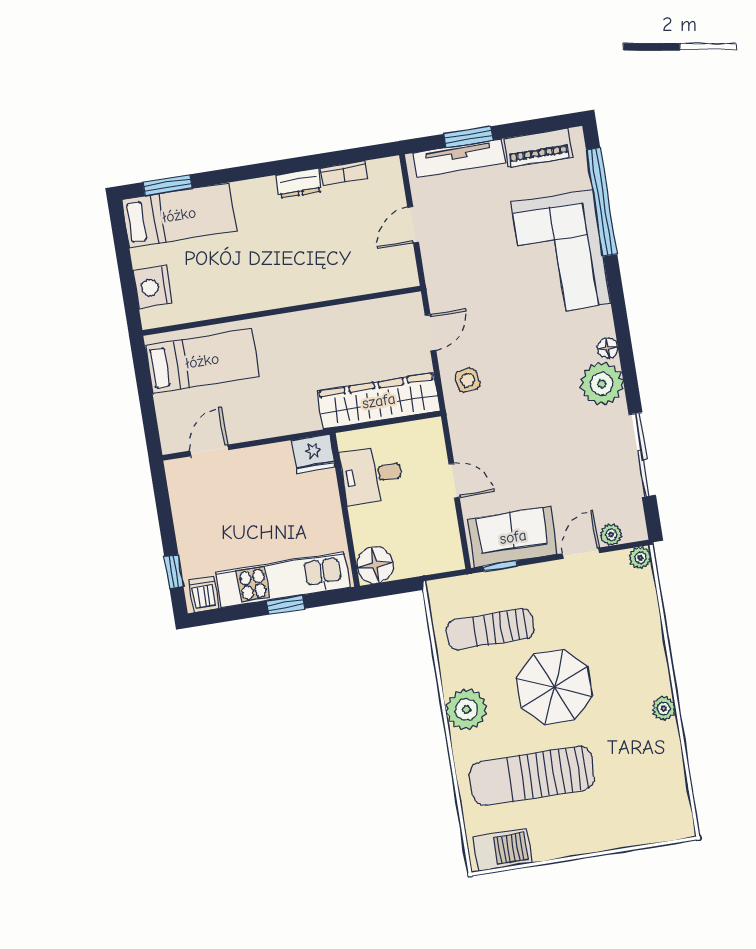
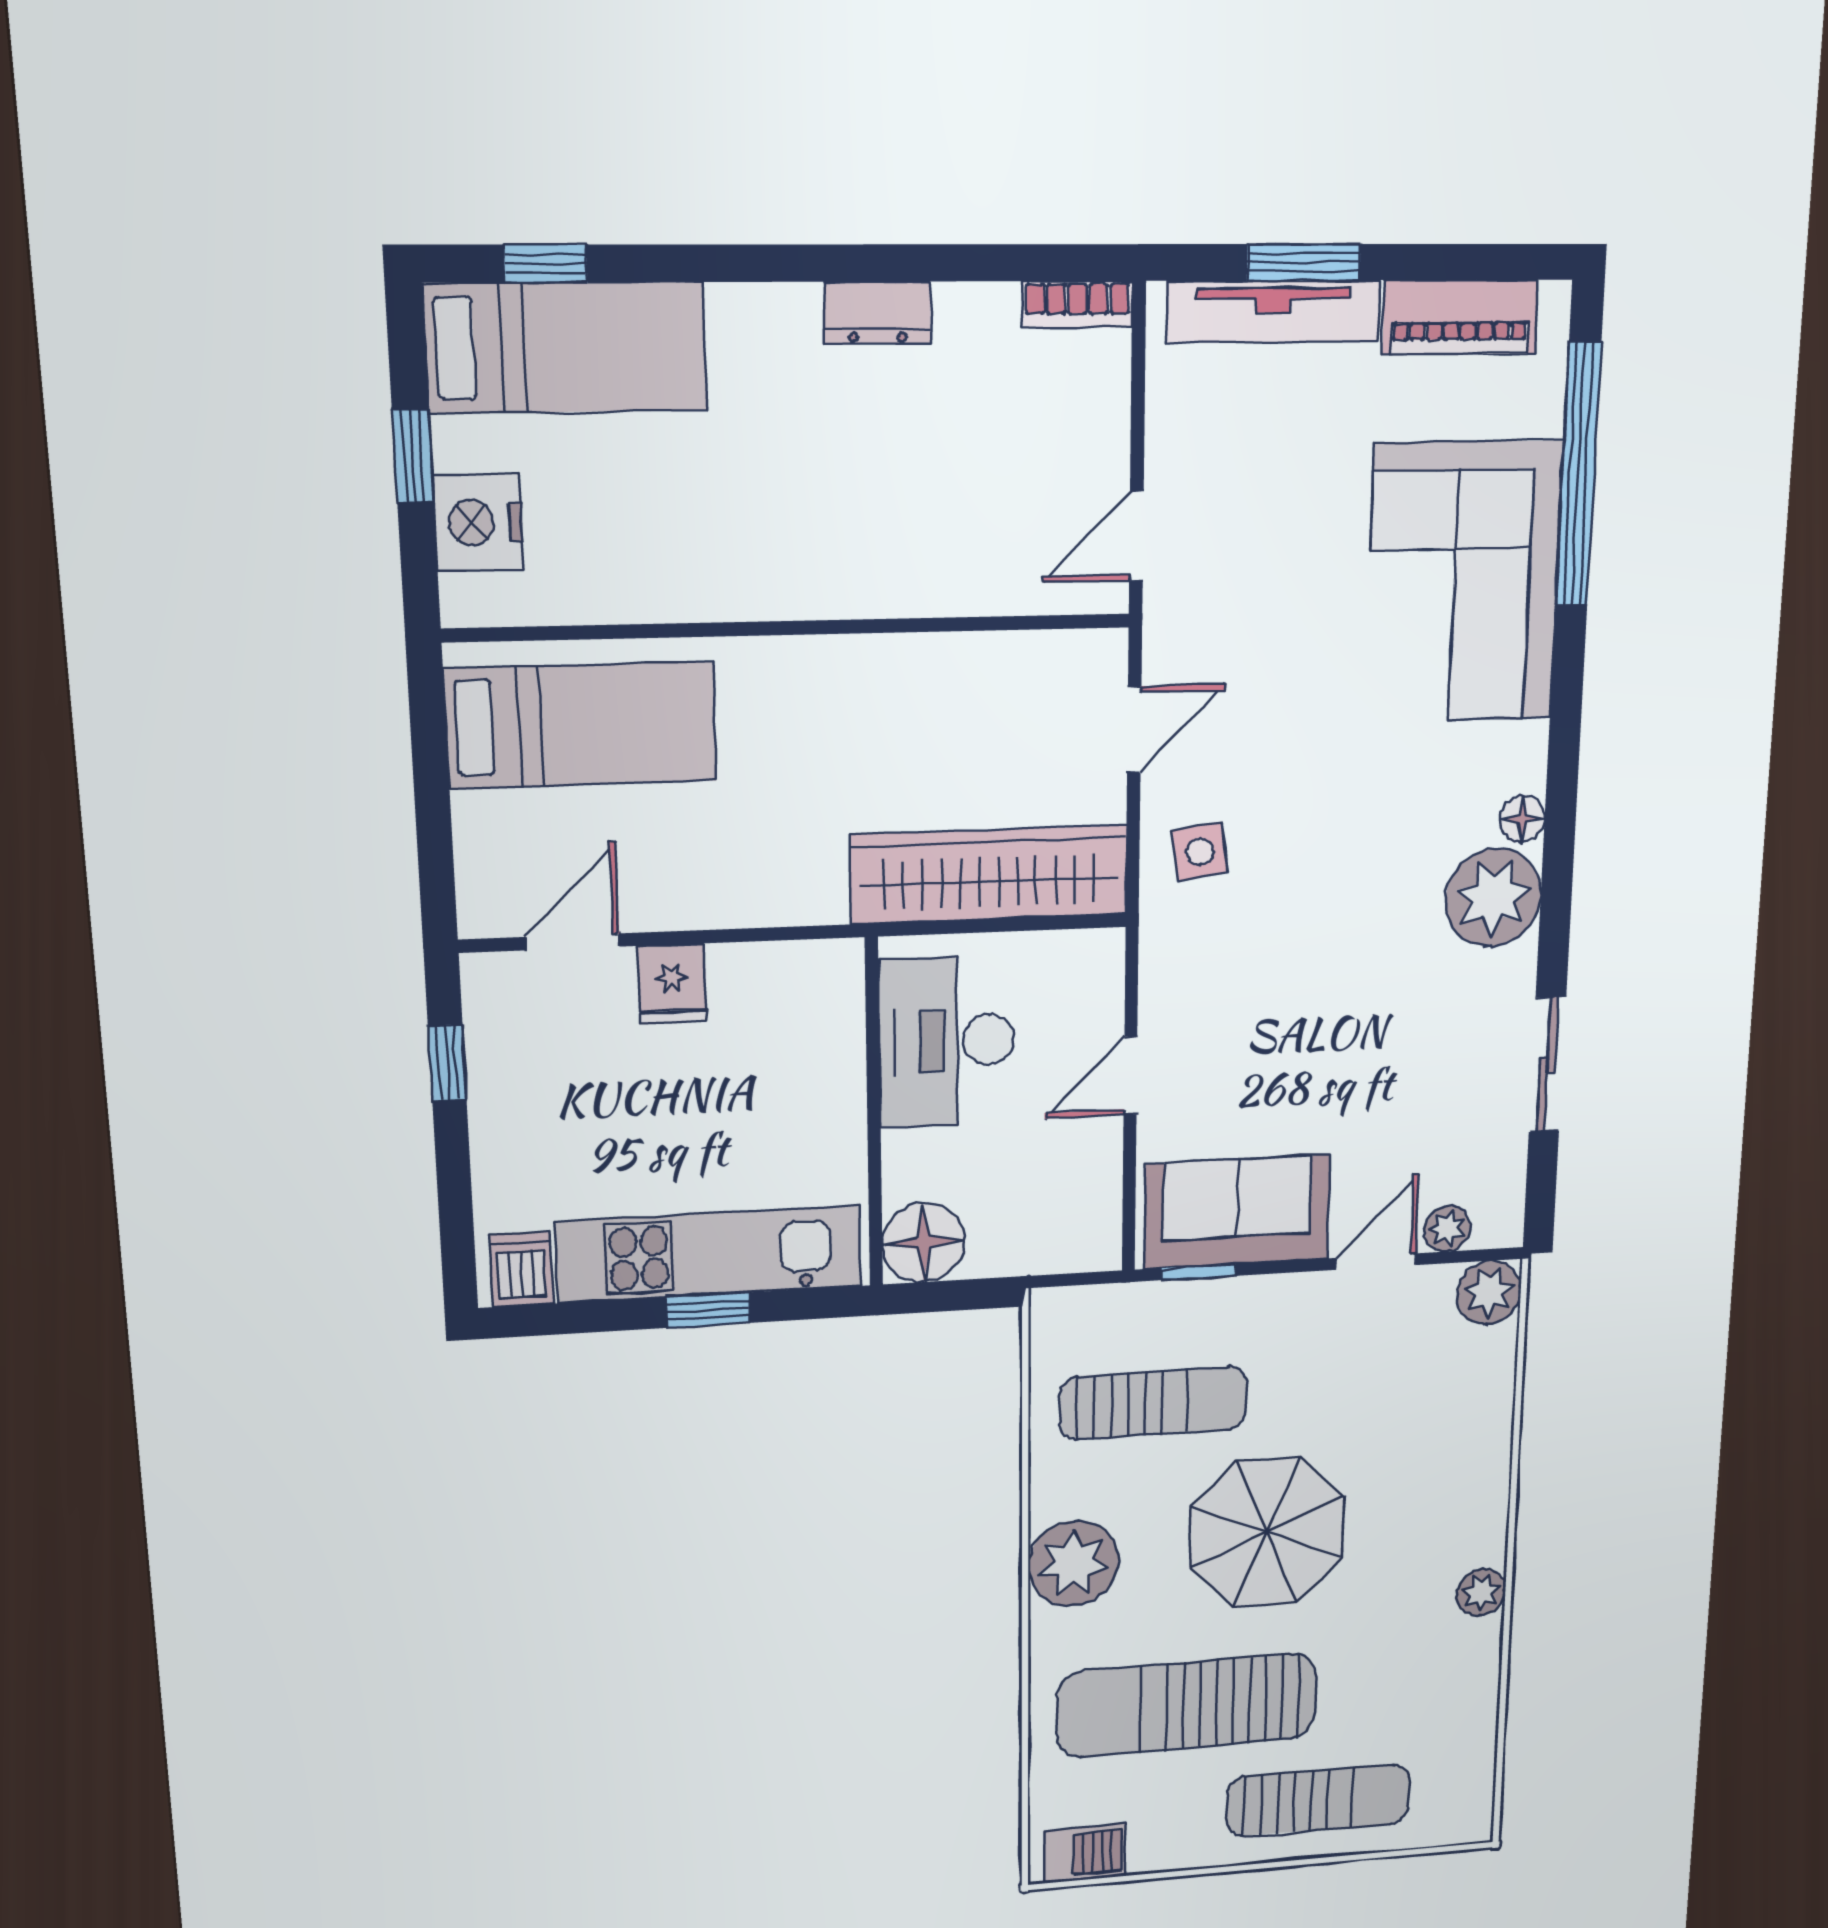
bookcase: (344, 173) -> (1077, 304), moved
window: (168, 185) -> (545, 264), width x0.67
door: (413, 225) -> (1136, 536), moved
window: (125, 265) -> (413, 456), added
fridge: (313, 454) -> (672, 984), moved, width x0.72
sliding door: (642, 455) -> (1547, 1065), width x0.73
desk: (372, 475) -> (947, 1041), width x1.37
door: (454, 481) -> (1130, 1076), swing flipped
plant: (640, 558) -> (1489, 1292), width x1.38, depth x1.38
window: (174, 572) -> (447, 1062), moved
sun lounger: (490, 629) -> (1153, 1403), turned 180
sun lounger: (605, 820) -> (1319, 1800), added
barbecue: (503, 850) -> (1085, 1853), width x0.73, depth x0.79

